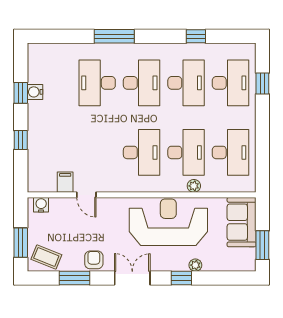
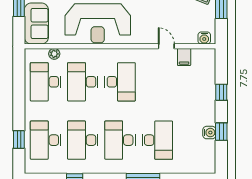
desk: (142, 152) -> (120, 82), turned 180
plant: (194, 186) -> (54, 54), moved

